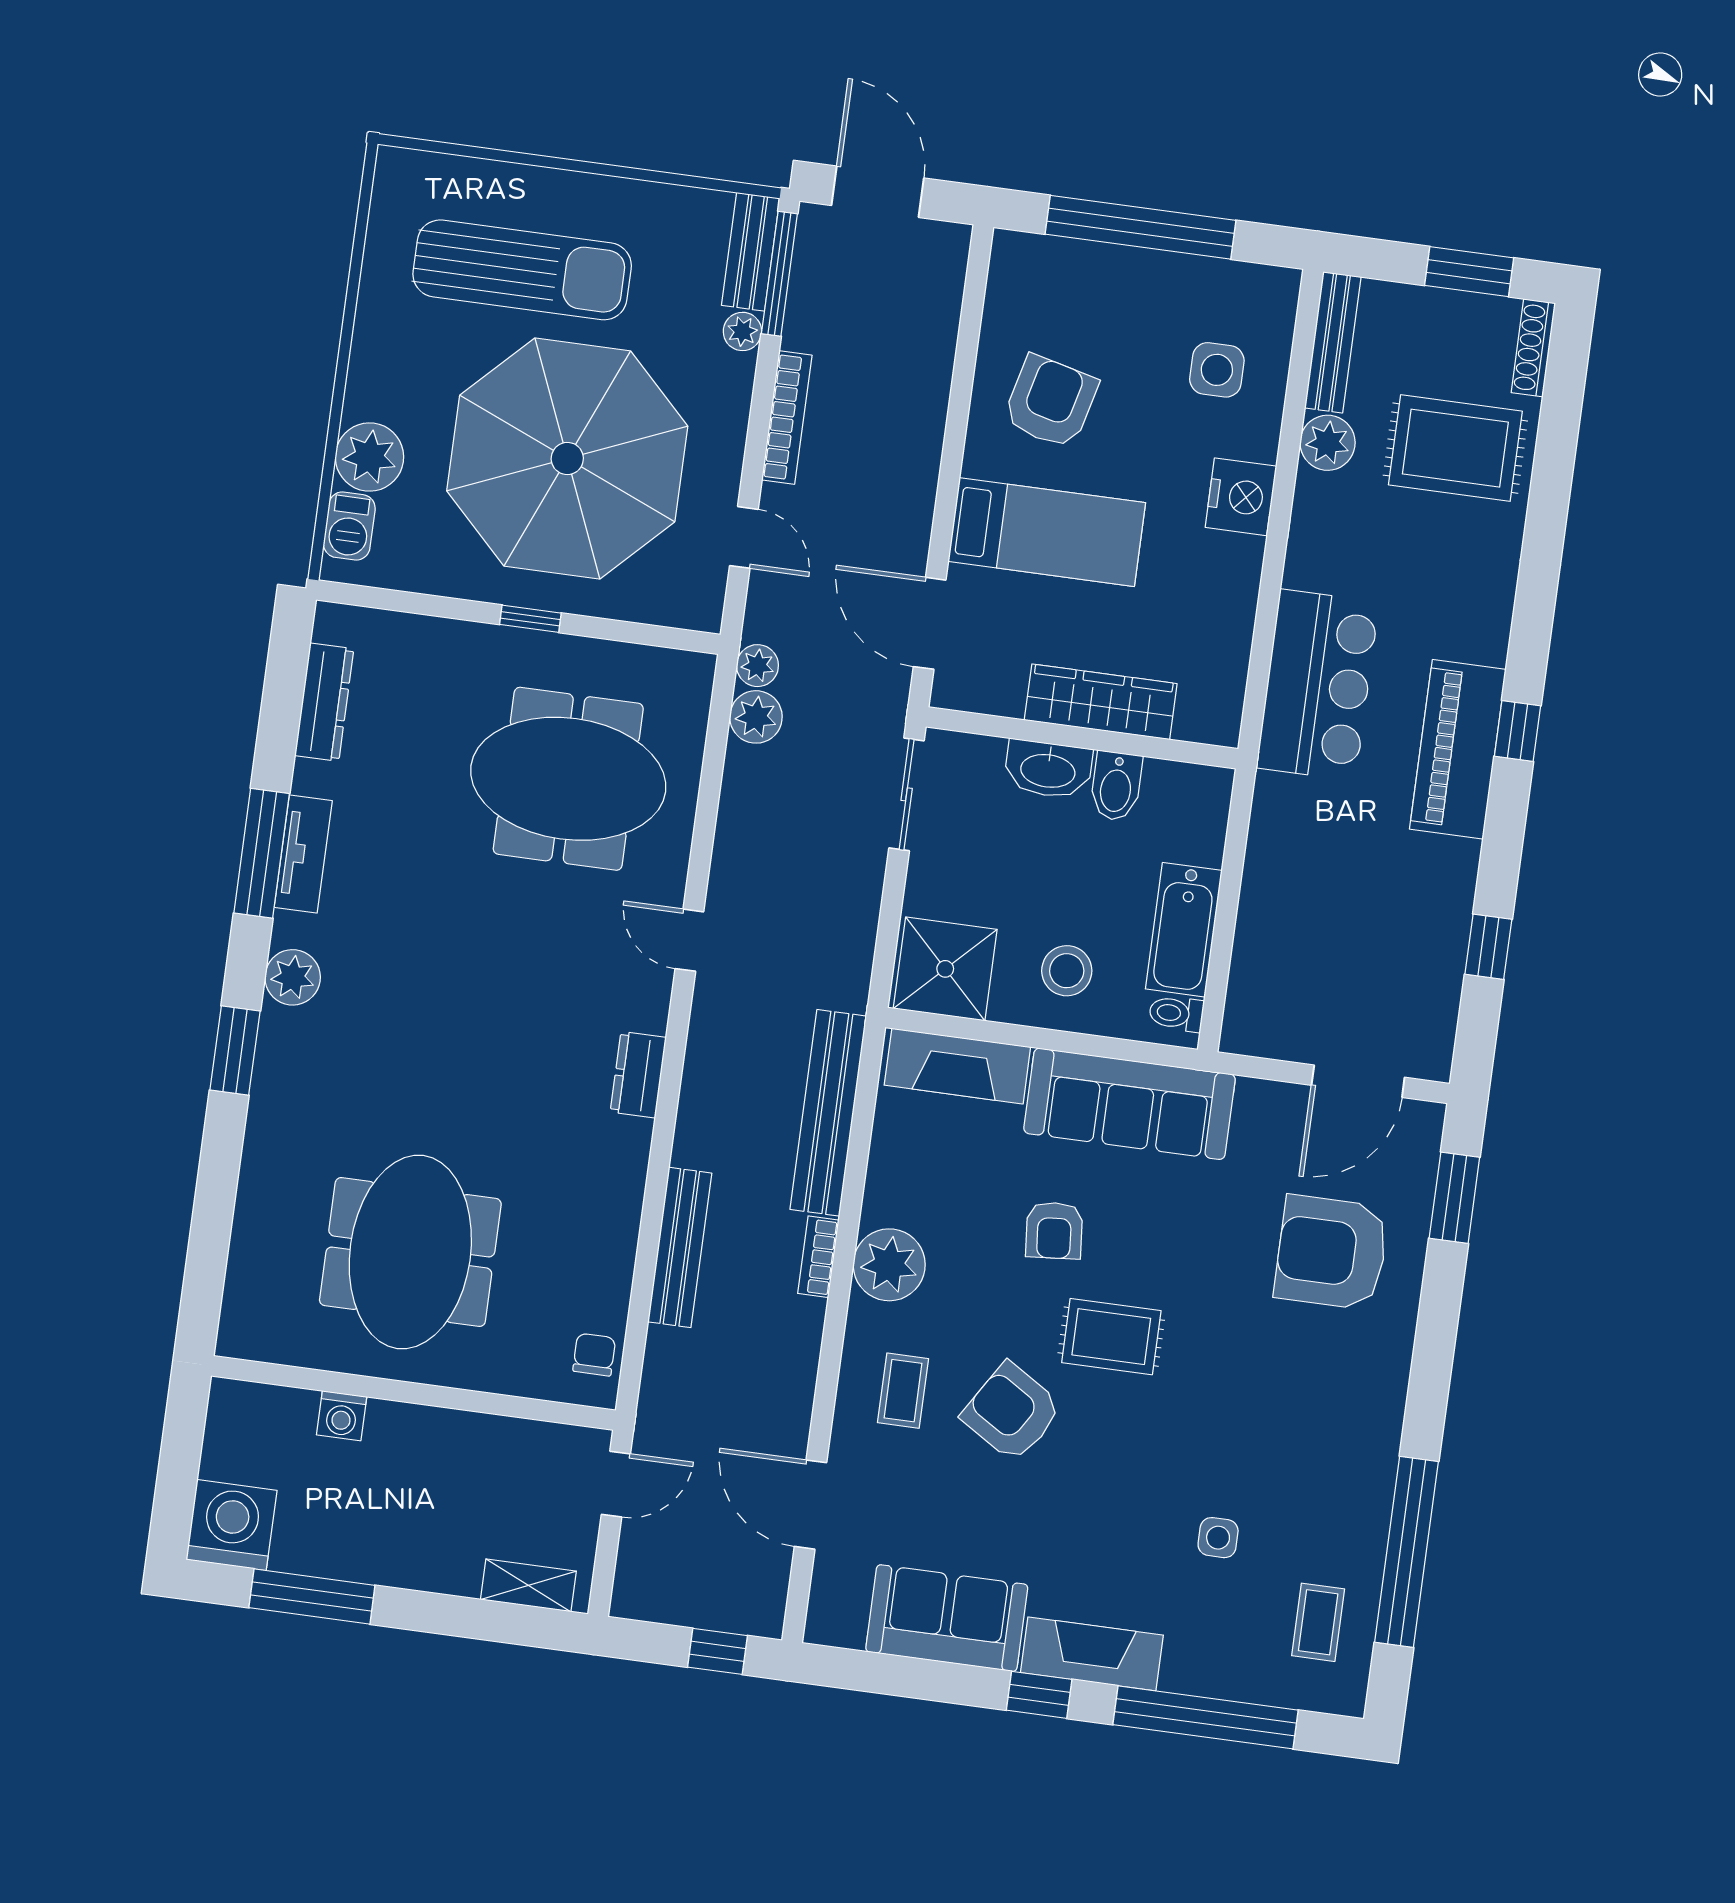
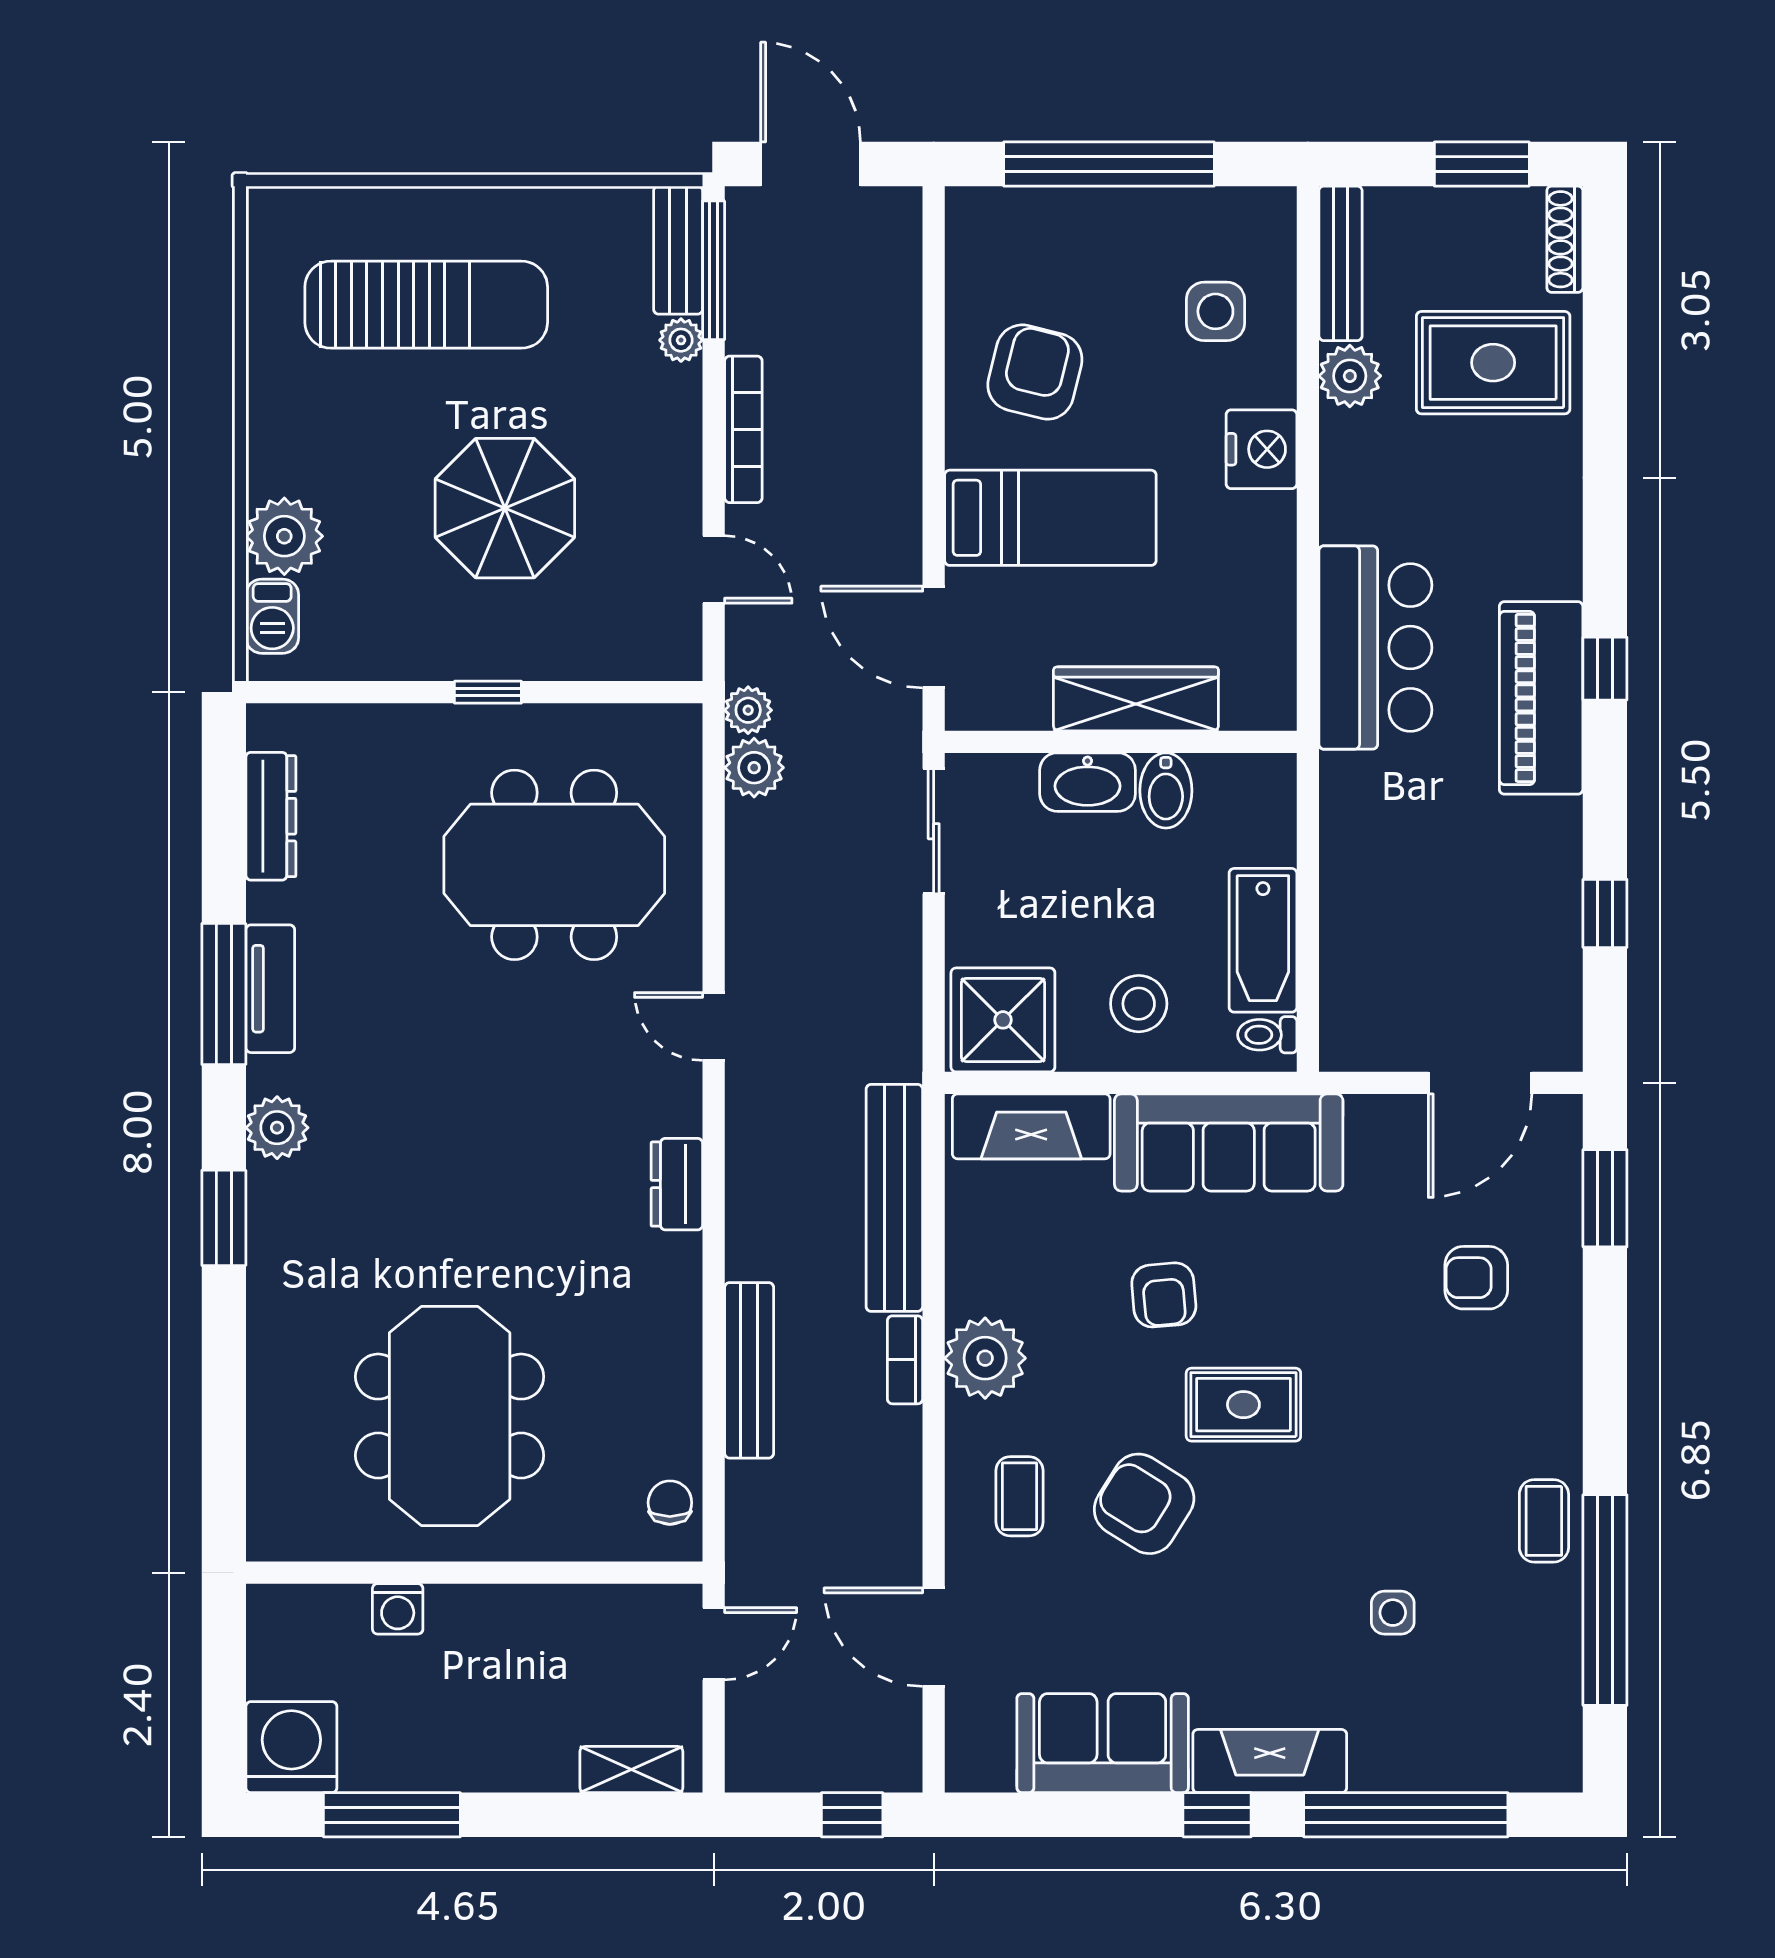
parasol: (567, 458) -> (505, 508), width x0.54, depth x0.54
armchair: (1331, 1252) -> (1476, 1278), width x0.53, depth x0.53
coffee table: (1318, 1622) -> (1544, 1521), moved

